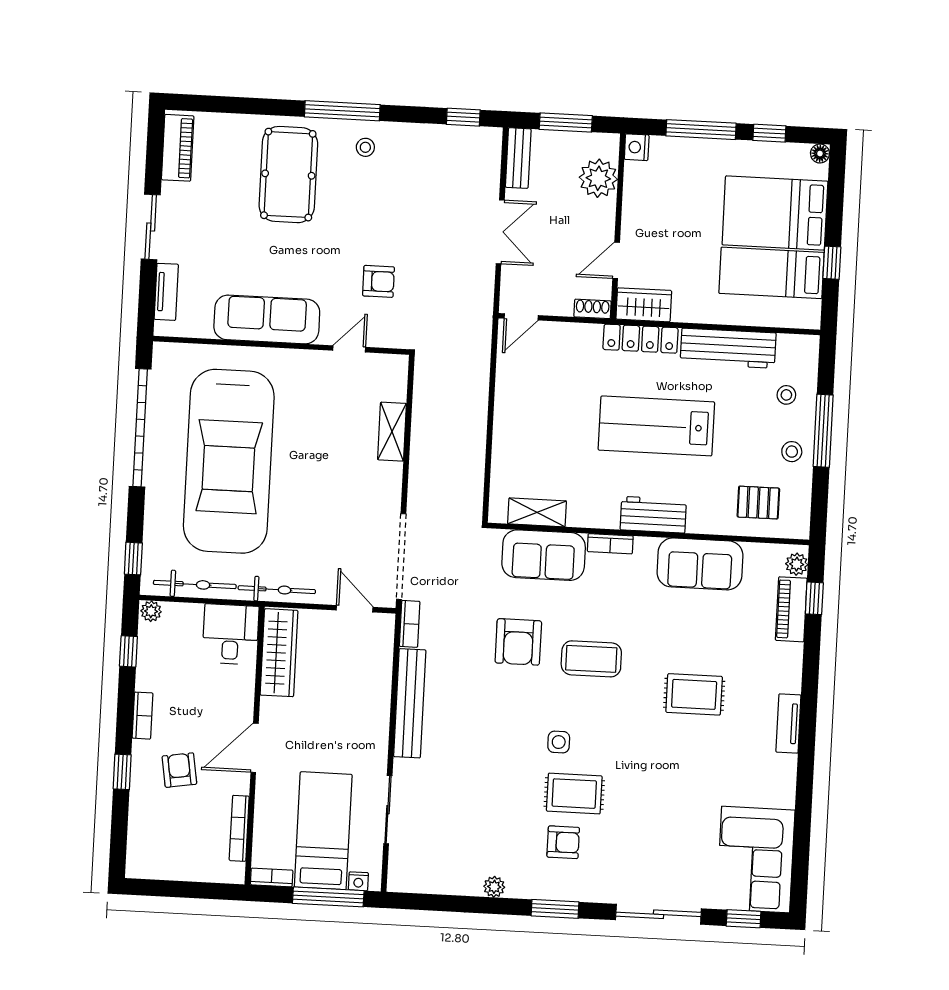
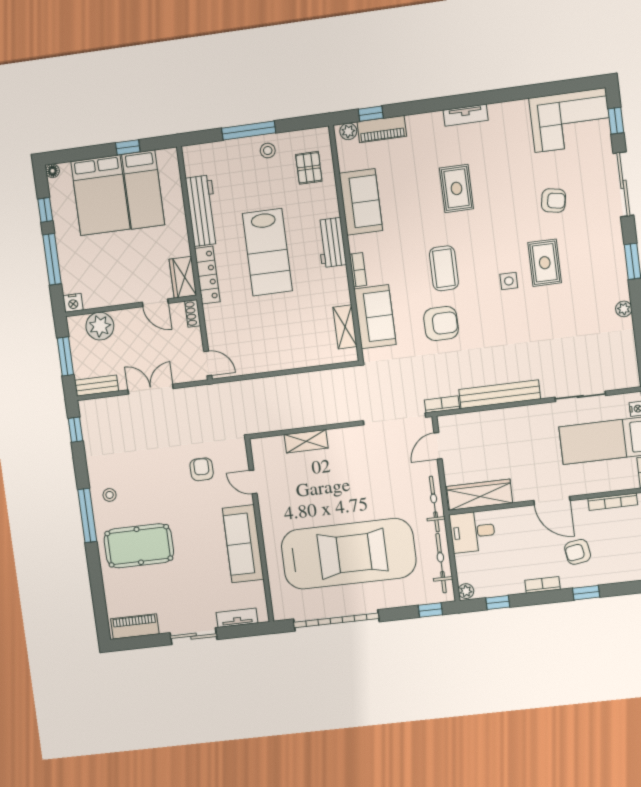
stool: (786, 395) -> (228, 162), removed
armchair: (563, 842) -> (553, 201), moved, turned 100

